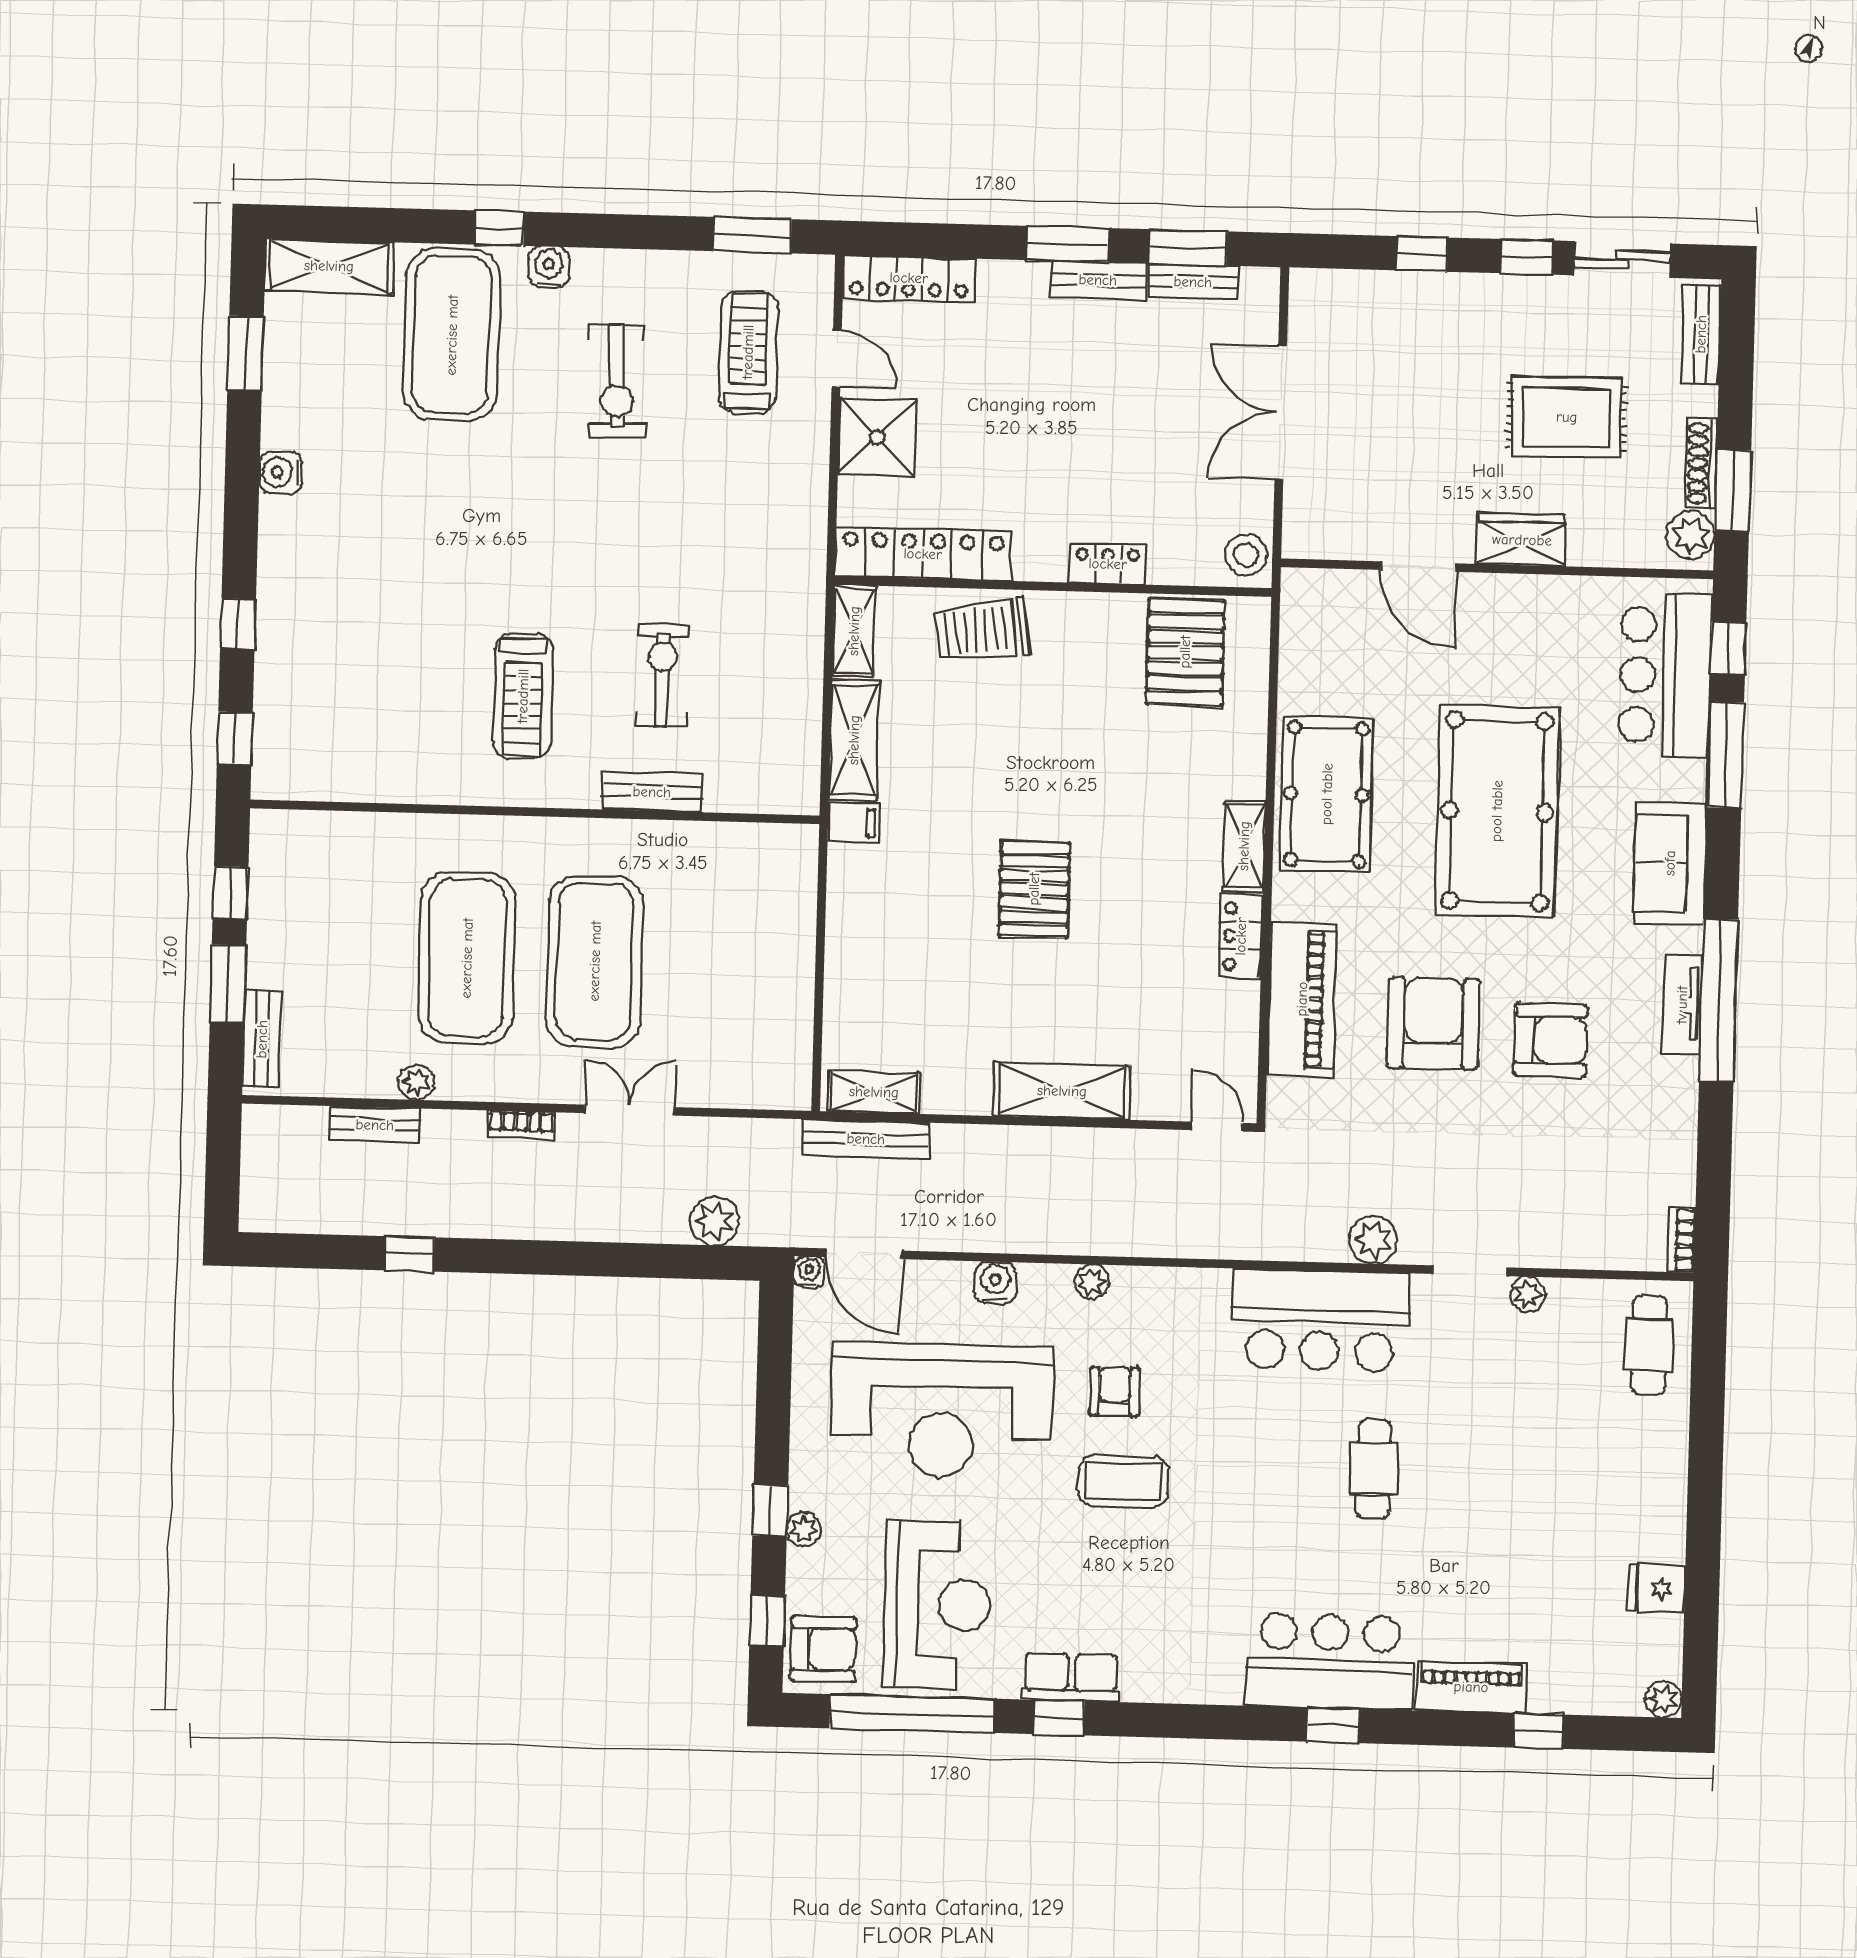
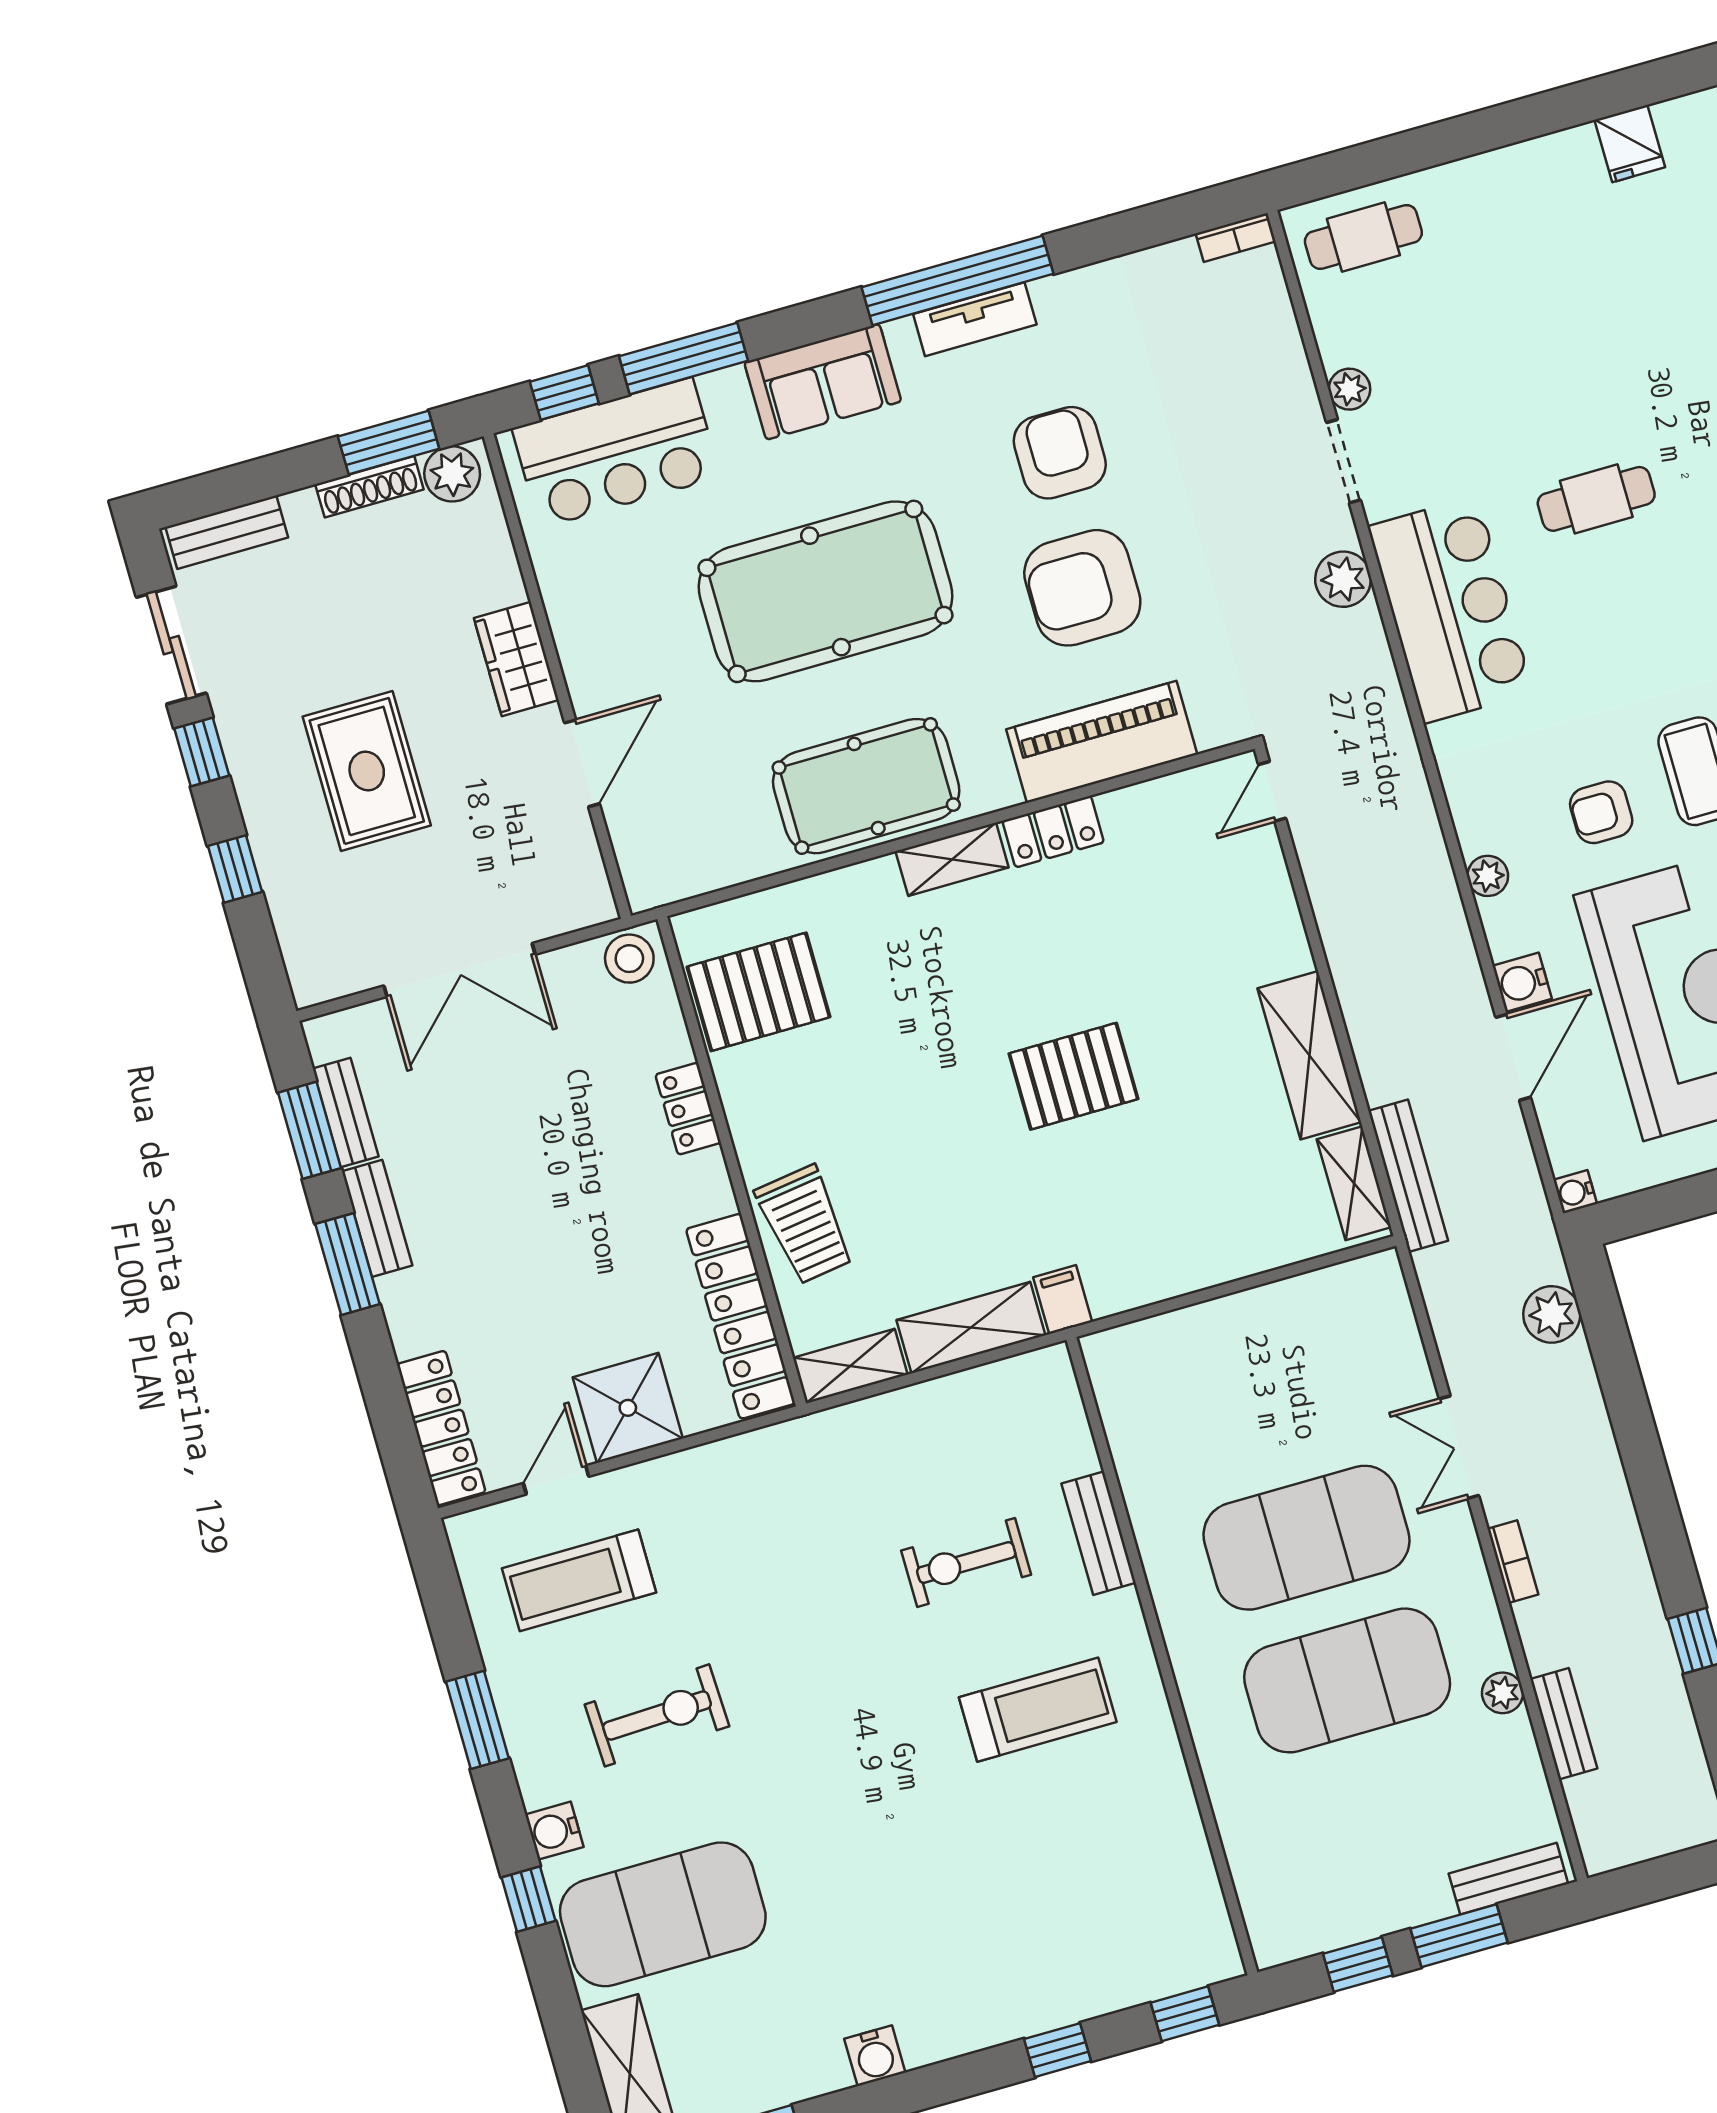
window: (752, 235) -> (477, 1720), moved
rug: (1567, 417) -> (367, 771), moved
shelving: (1062, 1091) -> (1309, 1055), moved
door: (864, 1254) -> (1513, 1057), moved

